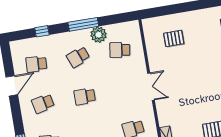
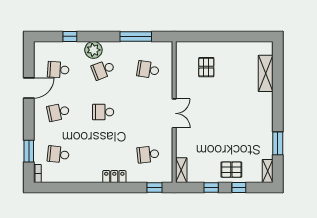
window: (83, 24) -> (136, 36), moved
plant: (98, 35) -> (93, 50), moved
pallet: (174, 38) -> (206, 67), turned 90

